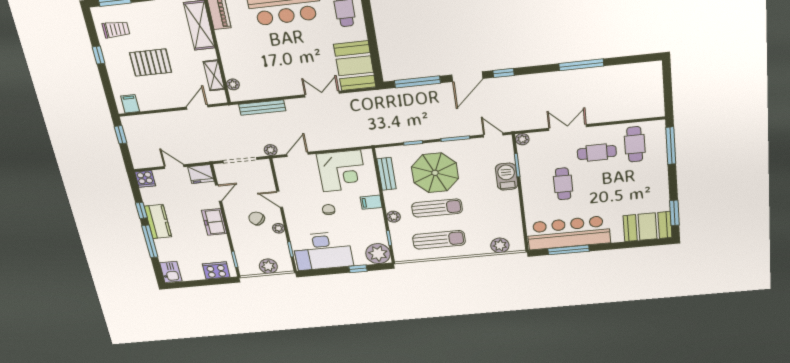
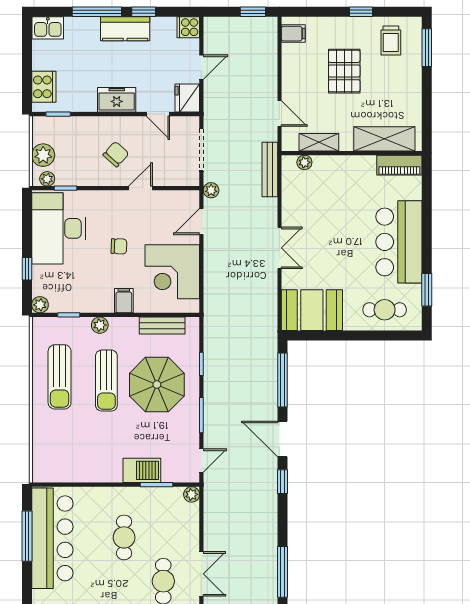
double door: (322, 94) -> (279, 248), moved
bench: (262, 108) -> (270, 170), moved
double door: (568, 128) -> (201, 574), moved
door: (297, 154) -> (201, 222), swing flipped
cafe table: (563, 184) -> (124, 537), turned 90
plant: (279, 228) -> (47, 179), moved
plant: (500, 245) -> (43, 452), removed
plant: (378, 254) -> (40, 305), width x0.53, depth x0.53

